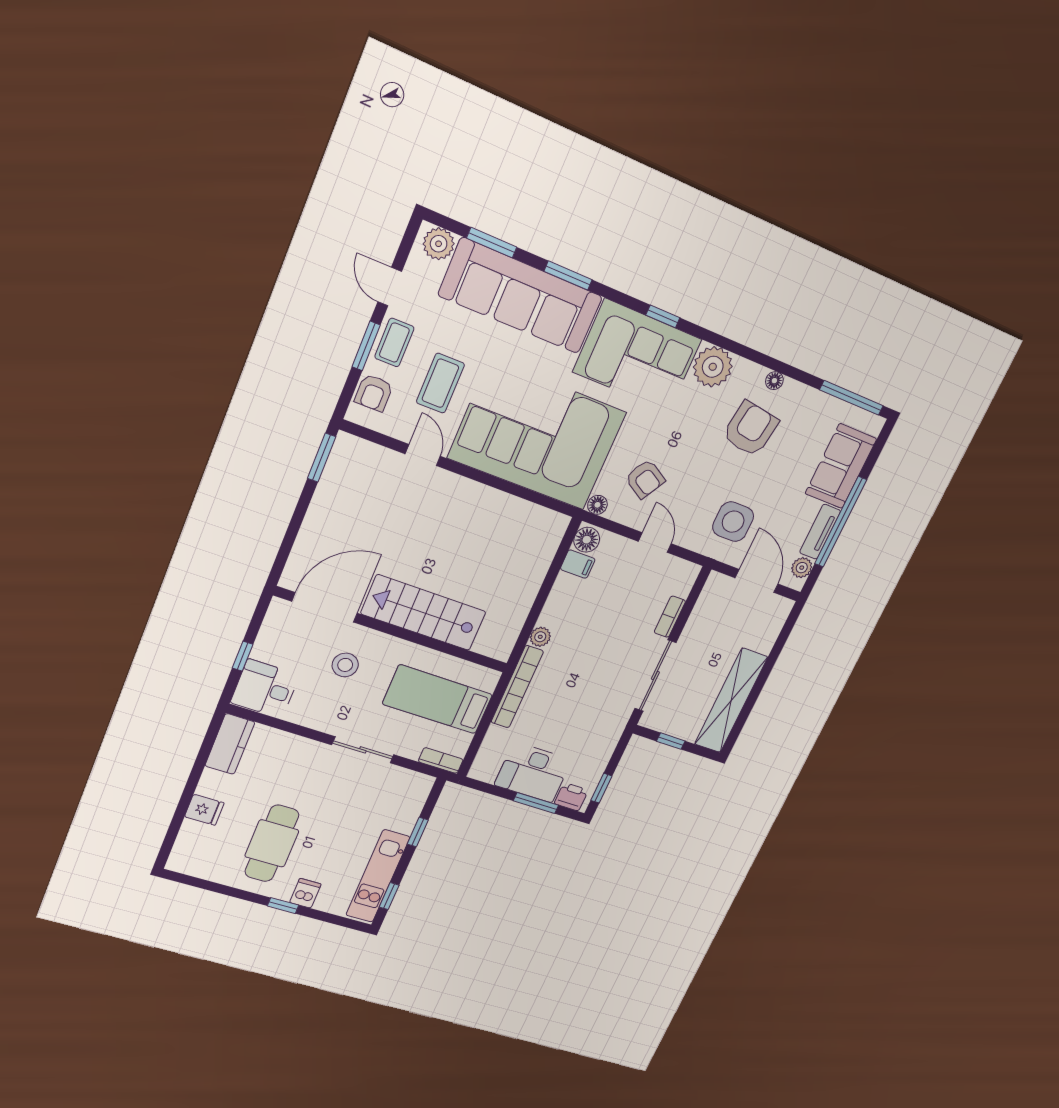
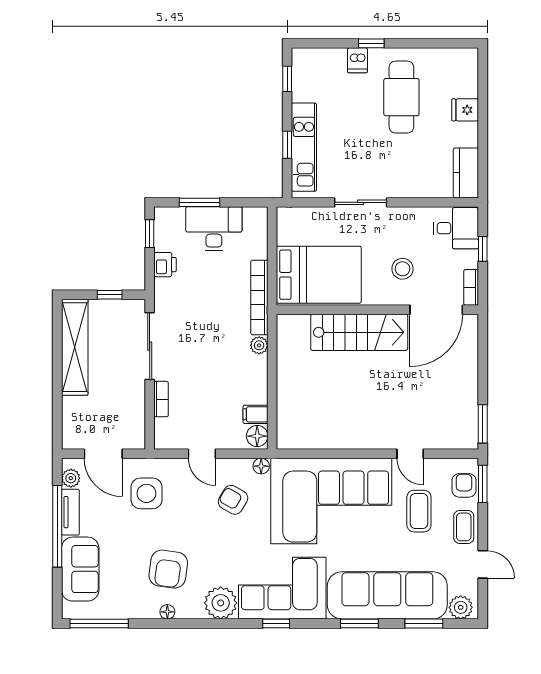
window: (366, 346) -> (483, 484), moved
bed: (438, 699) -> (319, 275), width x1.50
bookcase: (441, 760) -> (471, 287), moved, turned 90
printer: (571, 797) -> (165, 265), moved, turned -90
kitchen unit: (378, 876) -> (304, 147), moved

